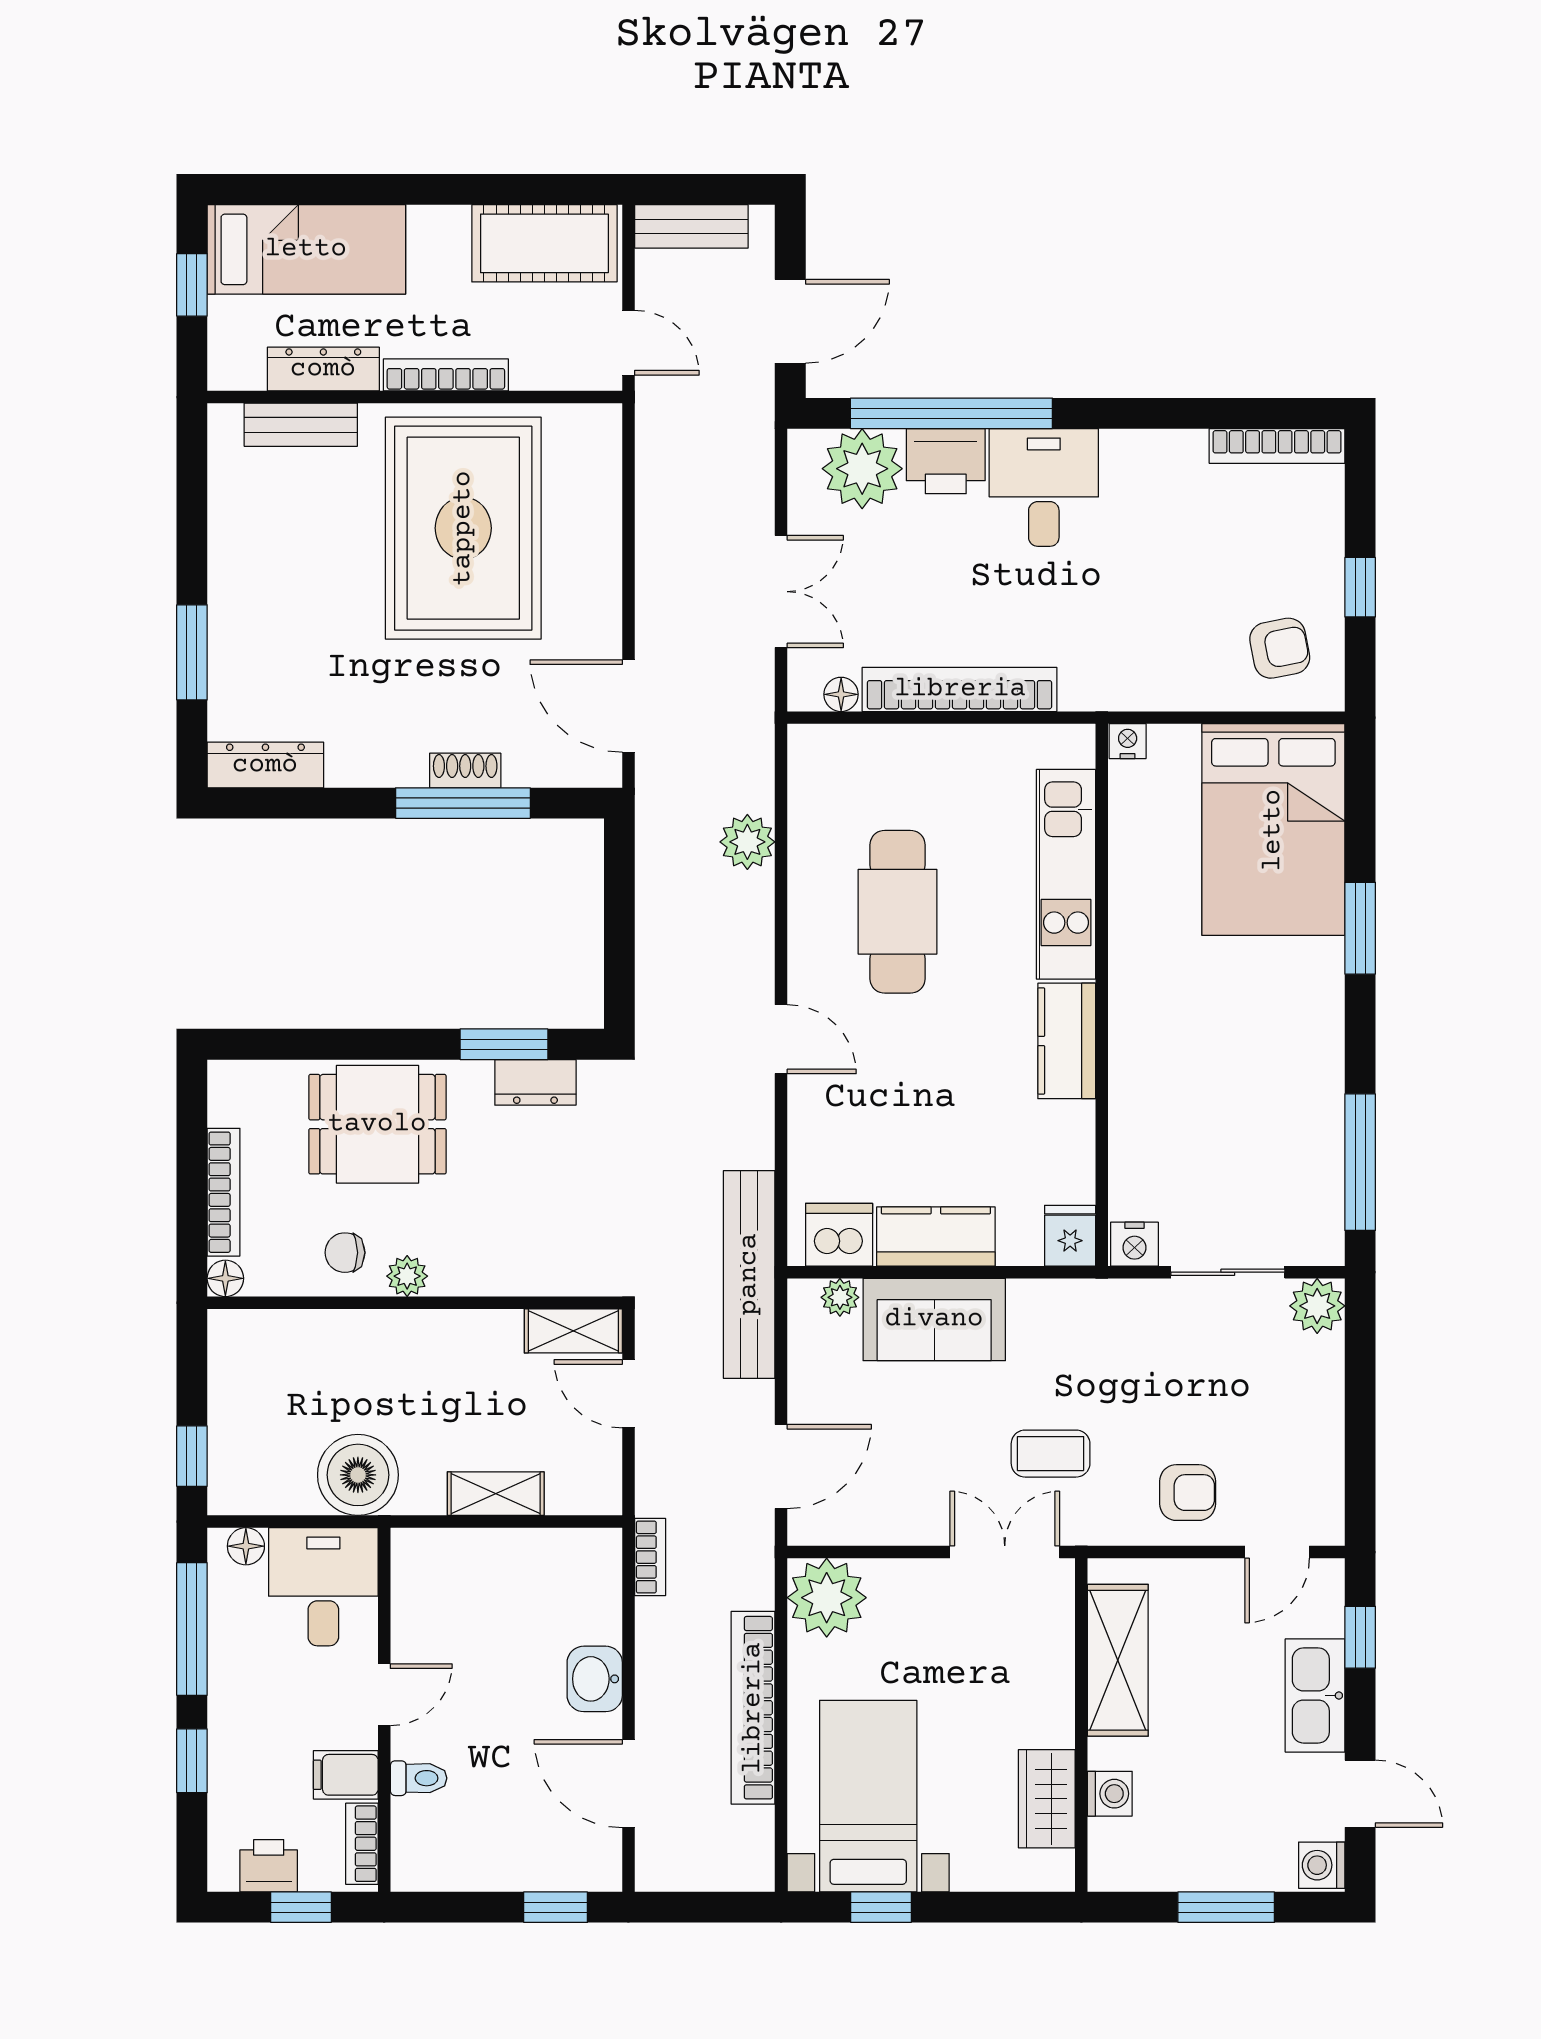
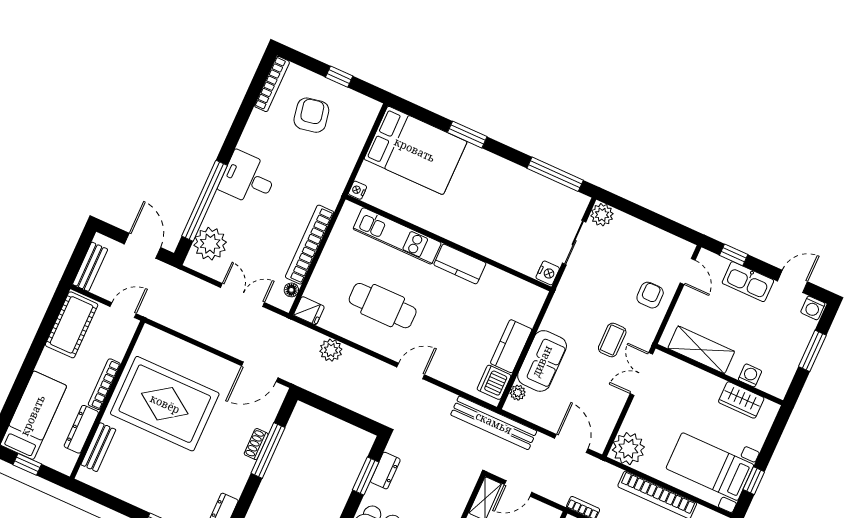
printer: (946, 461) -> (221, 211), removed
armchair: (1280, 648) -> (311, 115), moved, width x1.38, depth x1.38
fridge: (1070, 1236) -> (309, 311), moved, turned 180

